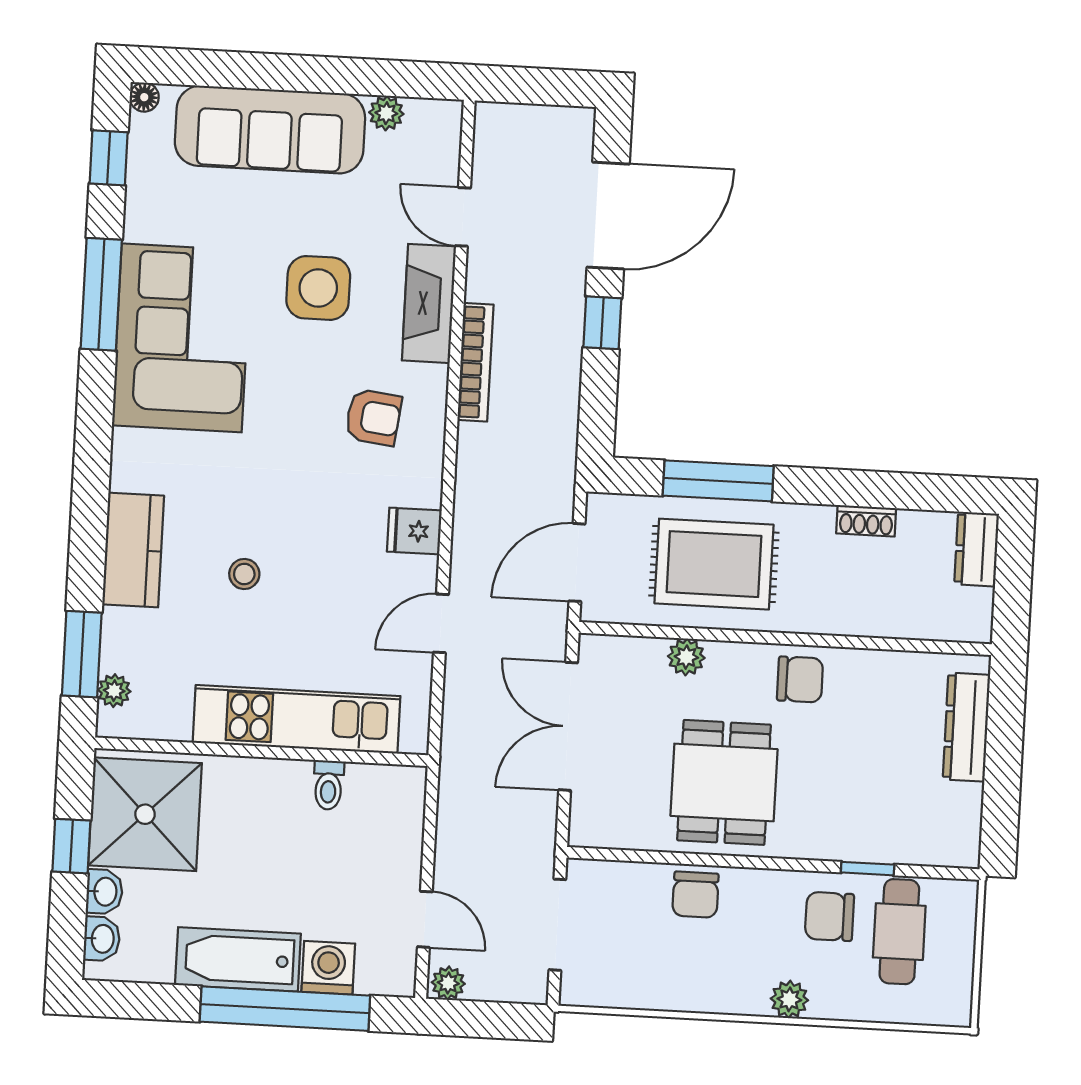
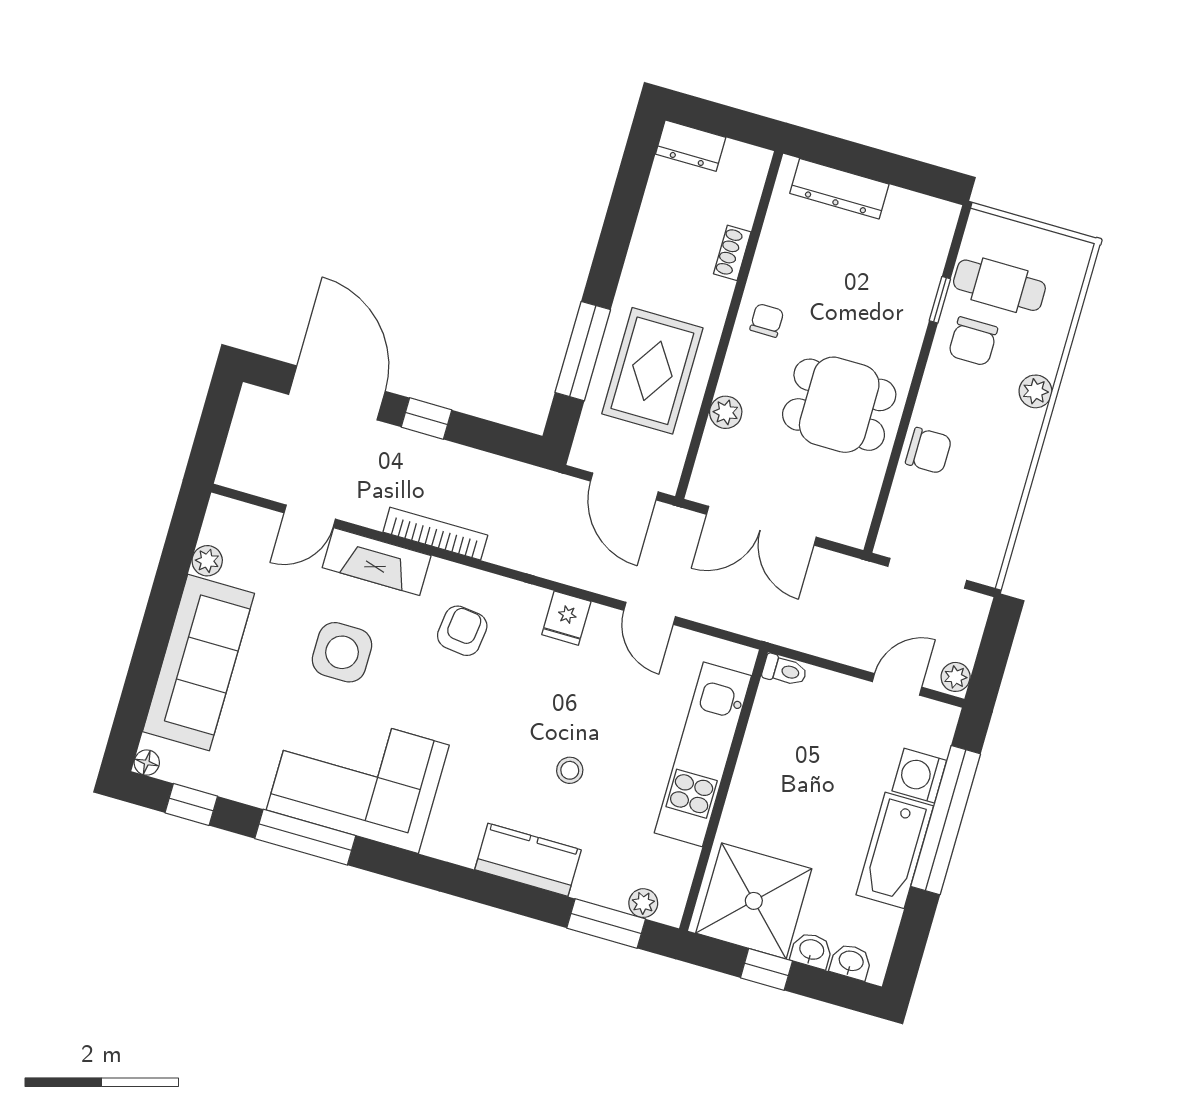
shoe rack: (866, 521) -> (732, 253), moved, turned 180
chair: (800, 679) -> (767, 320), width x0.73, depth x0.73
toilet: (328, 785) -> (785, 670), moved

